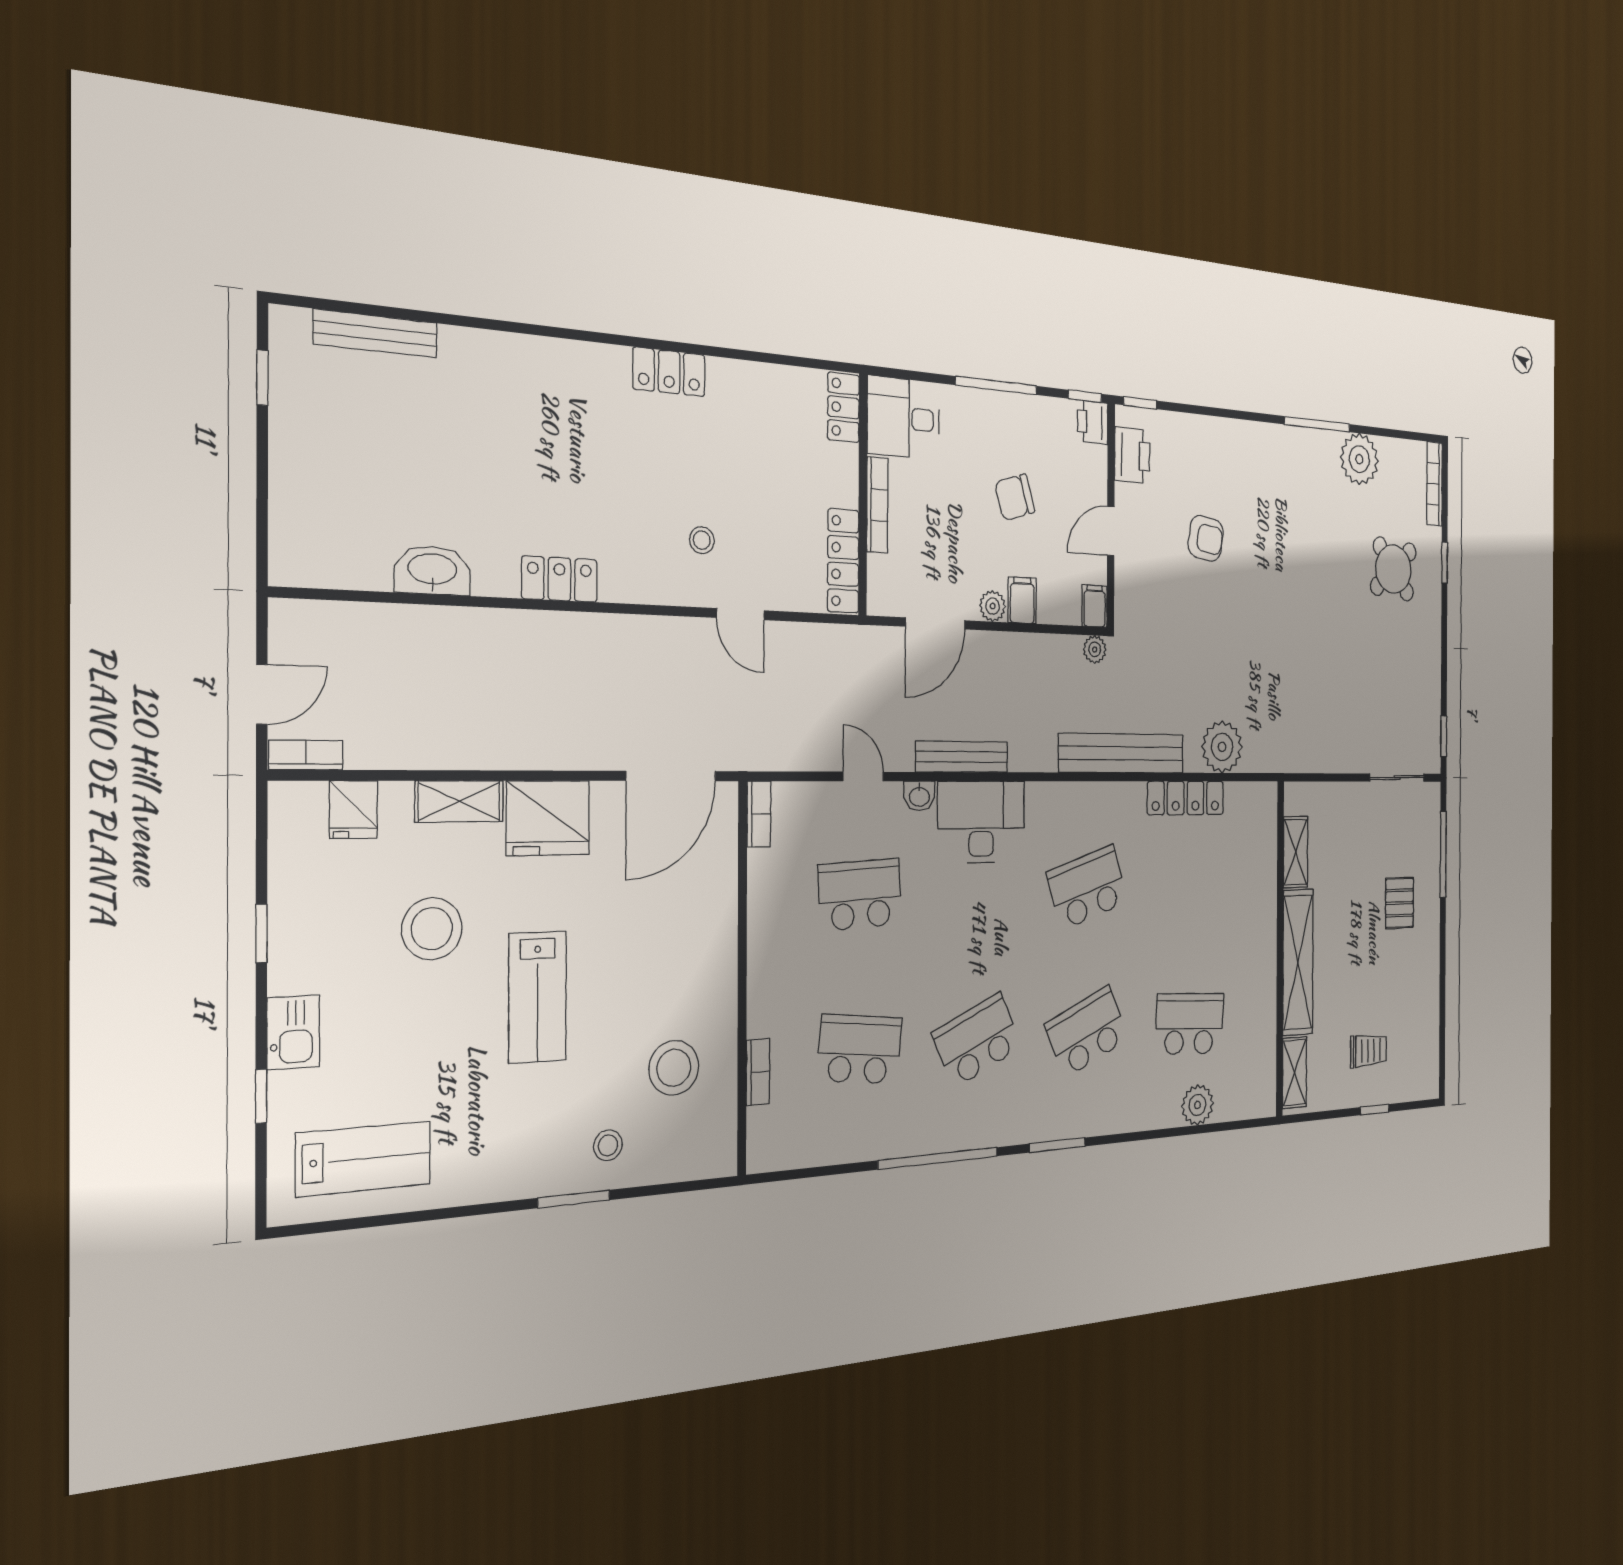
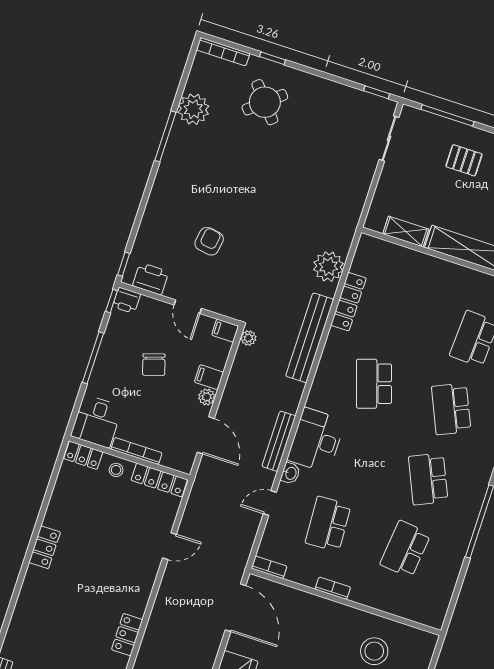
stool: (702, 540) -> (116, 470), moved
bookcase: (758, 1072) -> (333, 588), moved

